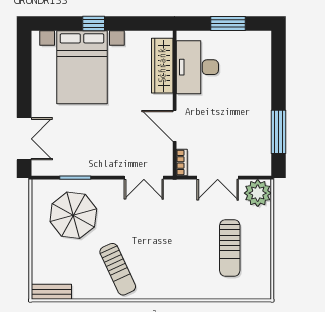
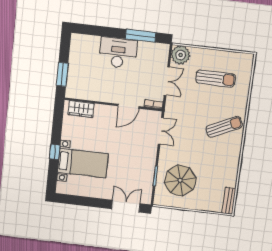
window: (228, 24) -> (62, 74), moved
wardrobe: (162, 66) -> (81, 109), width x0.67
bed with nightstands: (82, 67) -> (83, 163), width x0.73
desk: (197, 67) -> (118, 53), moved, turned 180
sun lounger: (118, 269) -> (224, 127), moved

